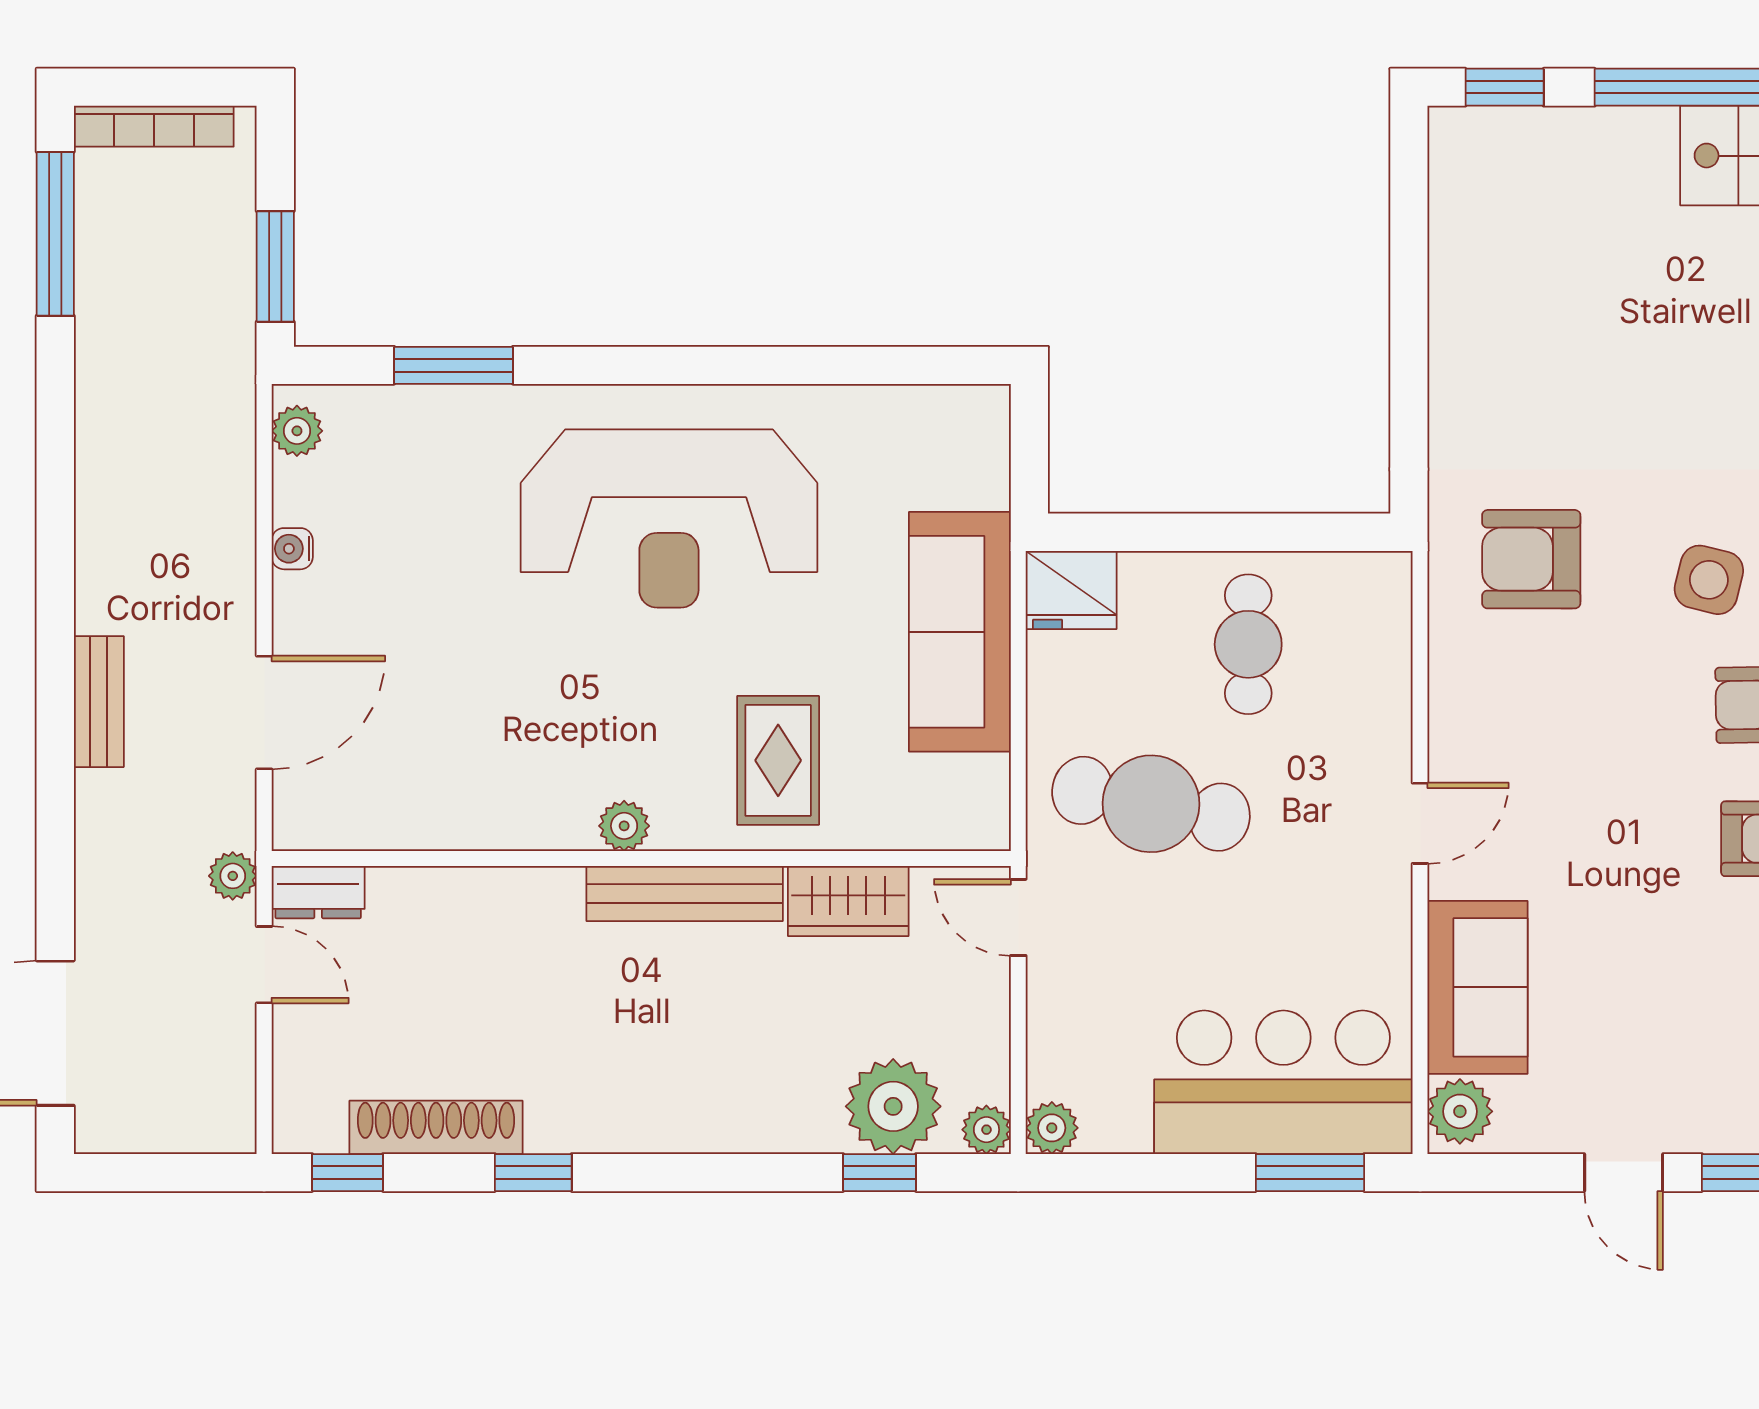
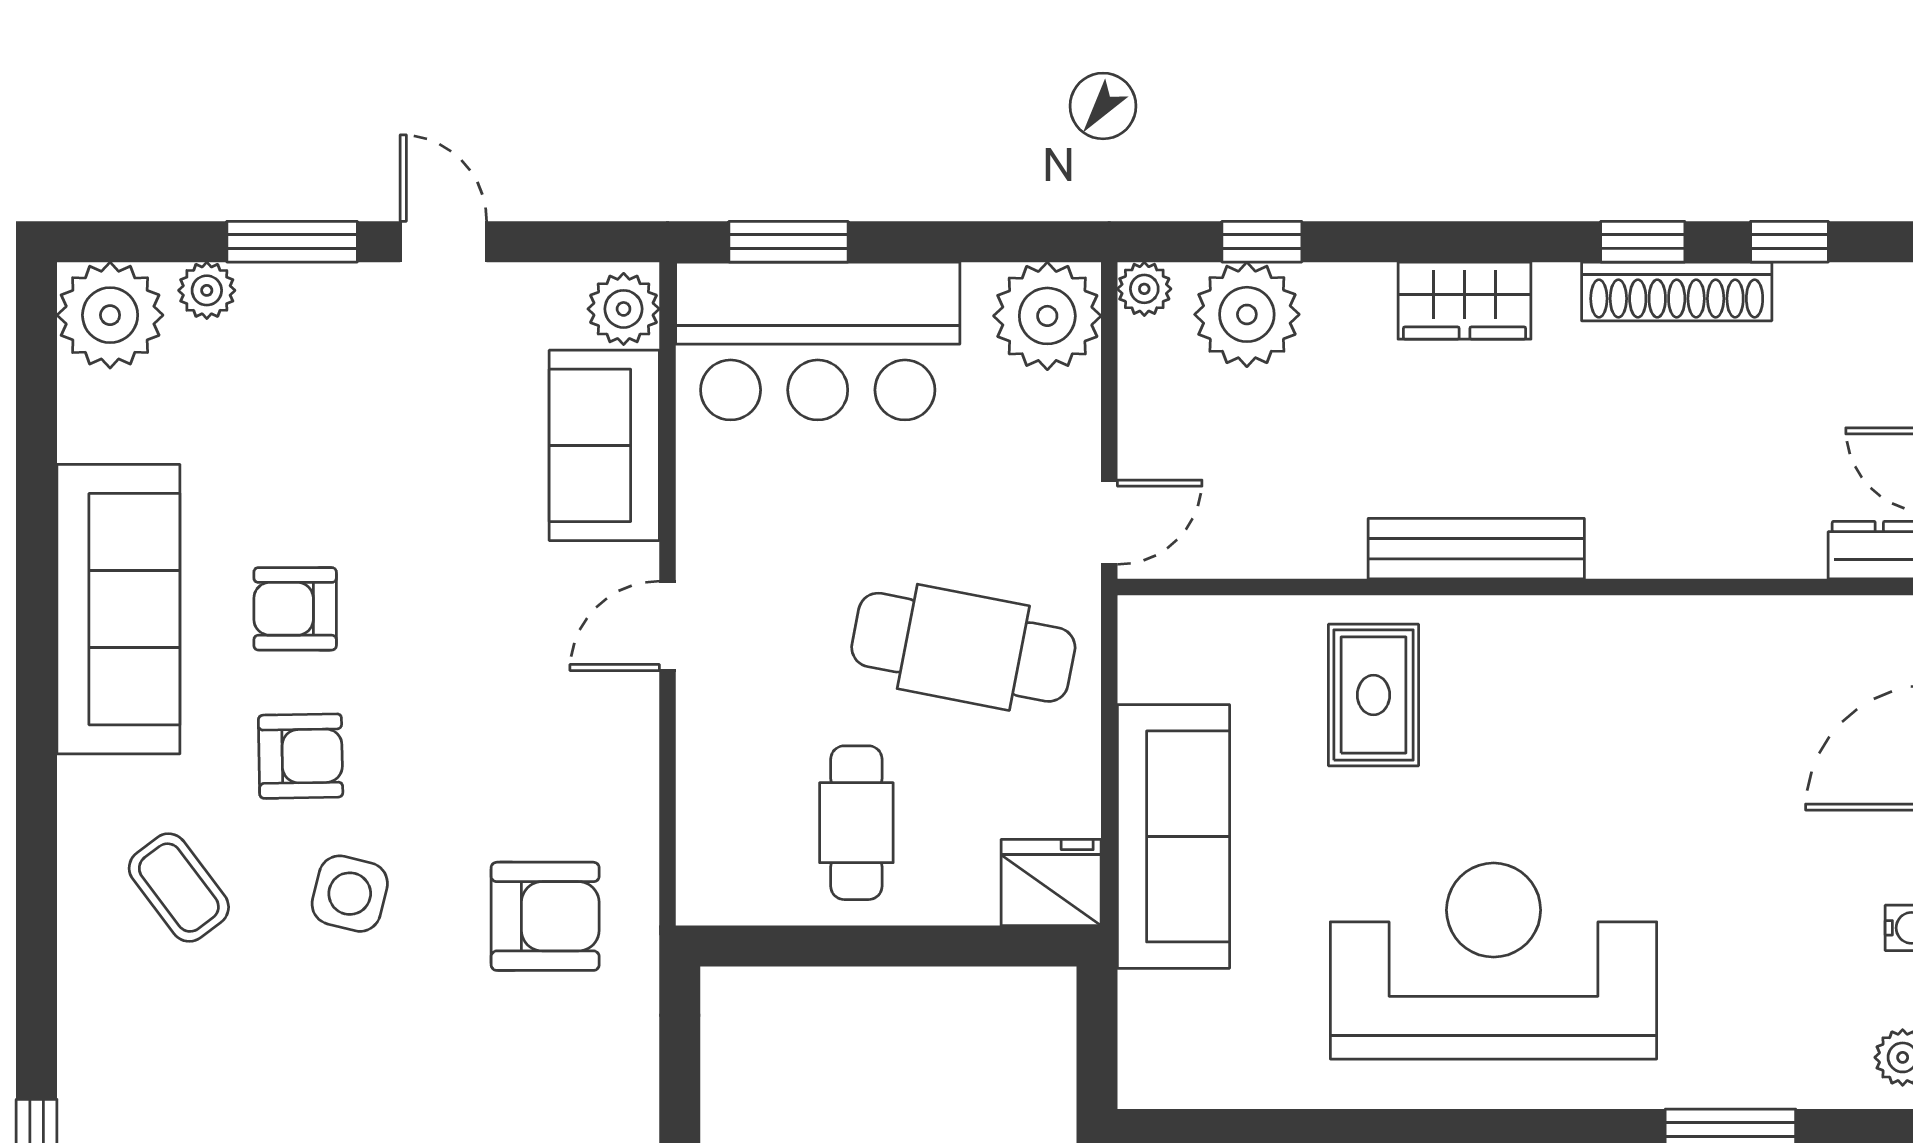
plant: (624, 826) -> (1543, 623), removed
wardrobe: (848, 901) -> (1465, 301), moved, turned 180
door: (1018, 917) -> (1109, 522), hinge flipped
shoe rack: (436, 1127) -> (1677, 291), moved
plant: (1052, 1128) -> (1047, 316), width x1.88, depth x1.88
window: (347, 1173) -> (1789, 242), moved

